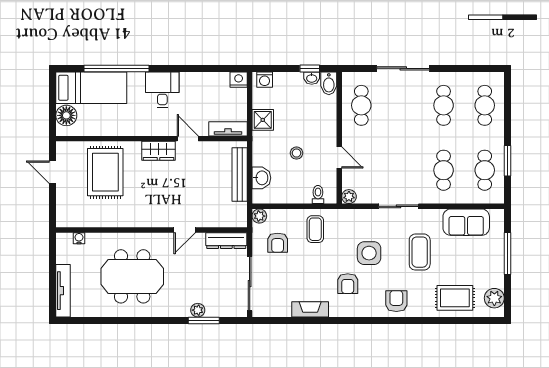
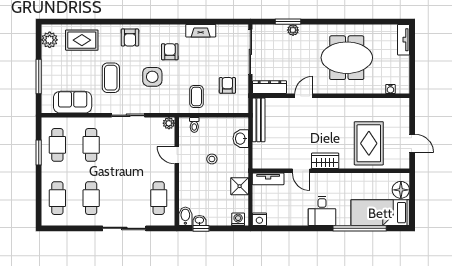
bench: (240, 175) -> (259, 120), moved
plant: (259, 216) -> (242, 107), removed
tv unit: (63, 291) -> (403, 40), width x0.71

